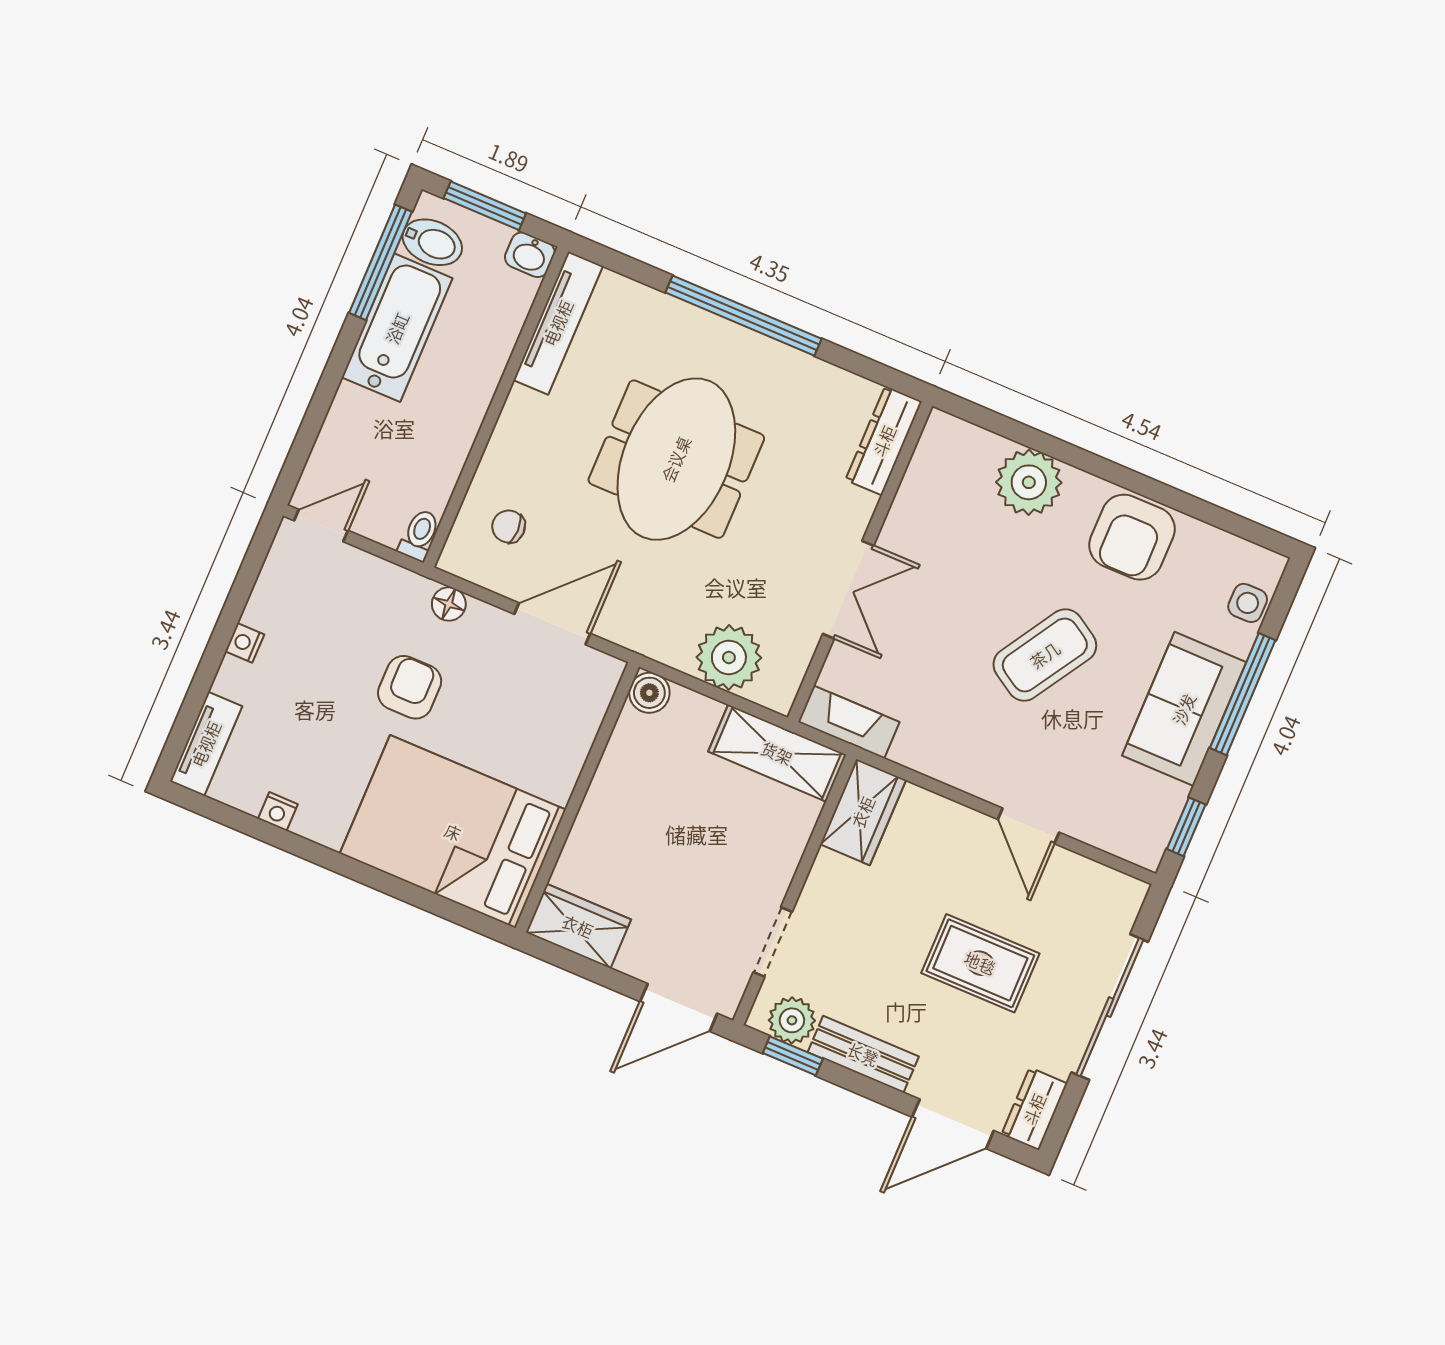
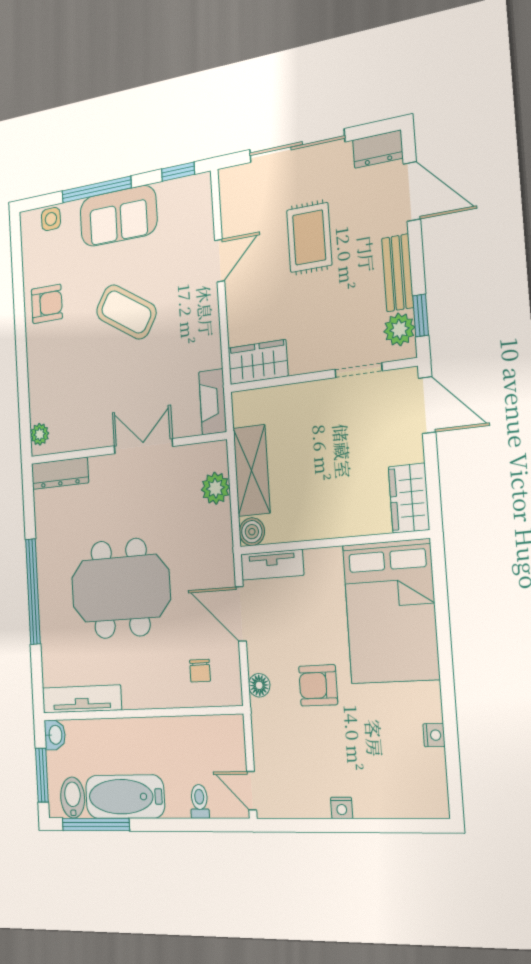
plant: (1029, 482) -> (40, 434), moved, width x0.53, depth x0.53
toilet: (419, 535) -> (199, 801), moved, turned 90
armchair: (1132, 537) -> (47, 304), width x0.72, depth x0.72
plant: (729, 657) -> (215, 488), width x0.73, depth x0.73
tv unit: (206, 744) -> (272, 565), moved, turned 180
shelving: (777, 753) -> (252, 470), moved

